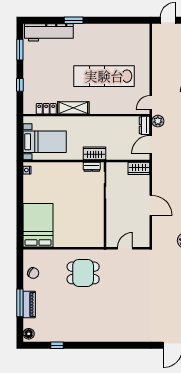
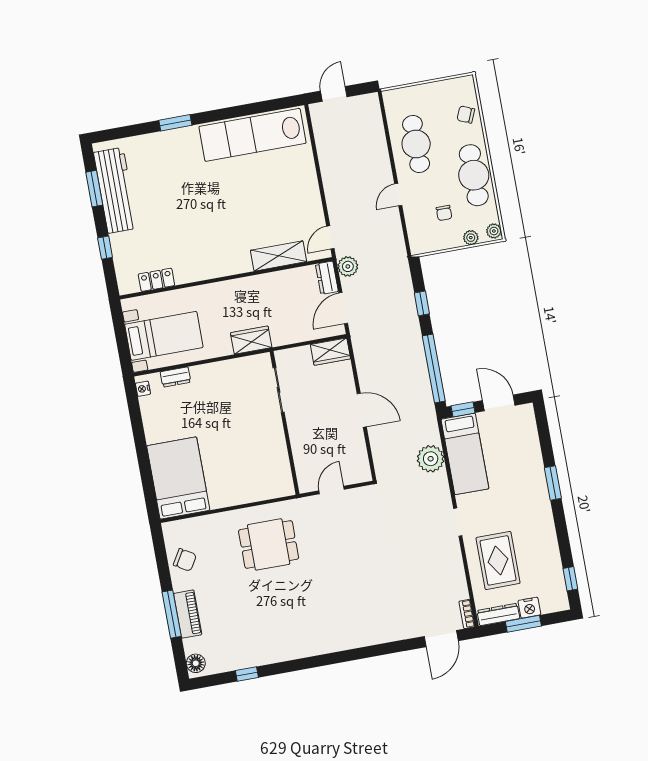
workbench: (49, 32) -> (116, 190), moved, turned -90
lab bench: (104, 76) -> (252, 135), moved
shelving: (73, 108) -> (279, 256), moved
dresser: (92, 167) -> (175, 377), moved

